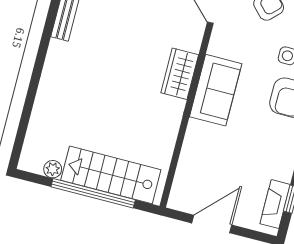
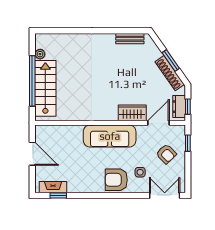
wardrobe: (180, 74) -> (132, 113), moved
sofa: (216, 90) -> (110, 136), width x1.36

